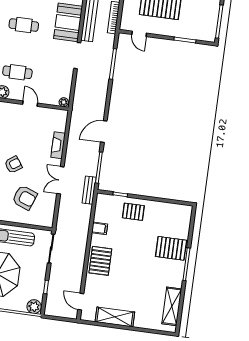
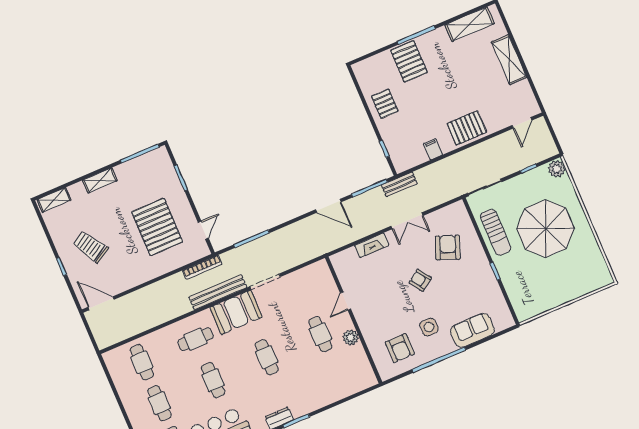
plant: (64, 102) -> (323, 266), removed
pallet: (133, 212) -> (385, 104), moved
shelving: (115, 317) -> (509, 60), moved

